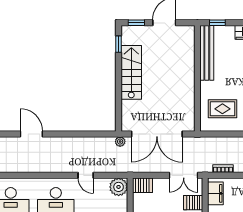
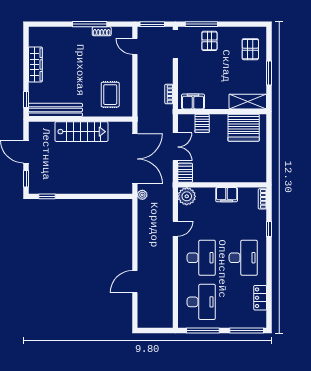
stairs: (131, 72) -> (81, 132), moved, turned 180
double door: (184, 175) -> (175, 147), moved

